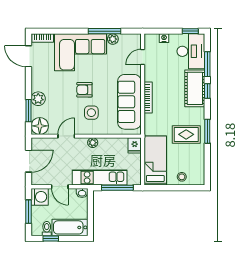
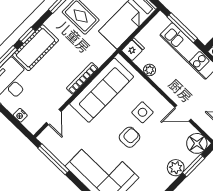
window: (104, 31) -> (53, 159), moved
plant: (113, 39) -> (64, 157), removed
door: (143, 57) -> (54, 117), hinge flipped
armchair: (84, 90) -> (130, 137), turned -90
plant: (93, 143) -> (150, 70), moved

